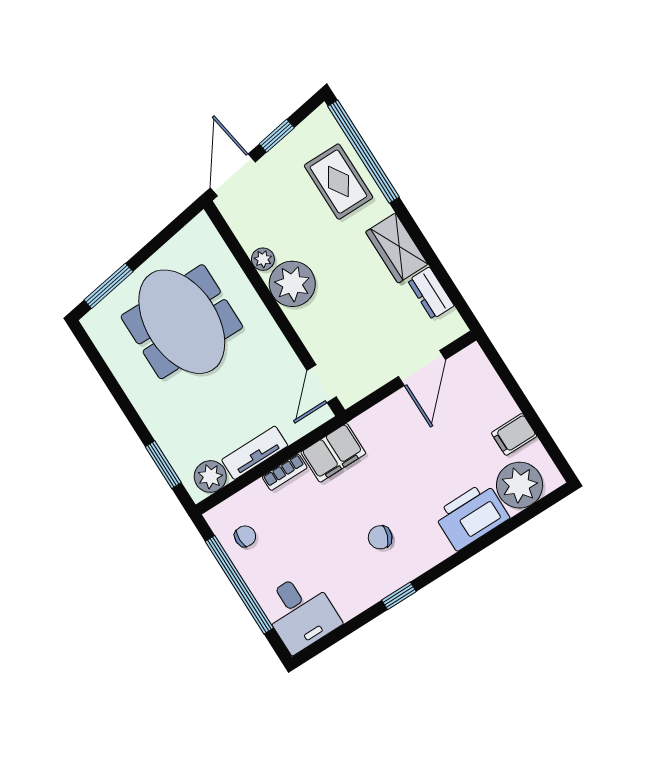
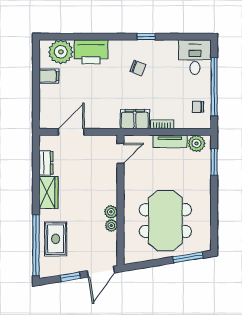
plant: (292, 284) -> (111, 212), width x0.53, depth x0.53

